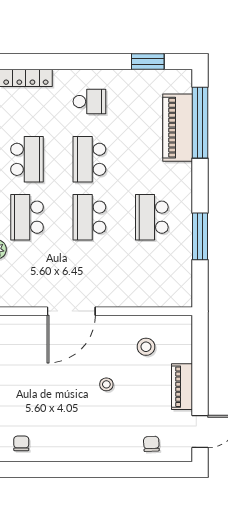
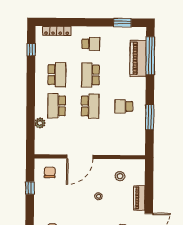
school desk: (89, 217) -> (90, 106), turned 180
school desk: (152, 217) -> (124, 106), width x0.54
chair: (15, 341) -> (50, 172), added

